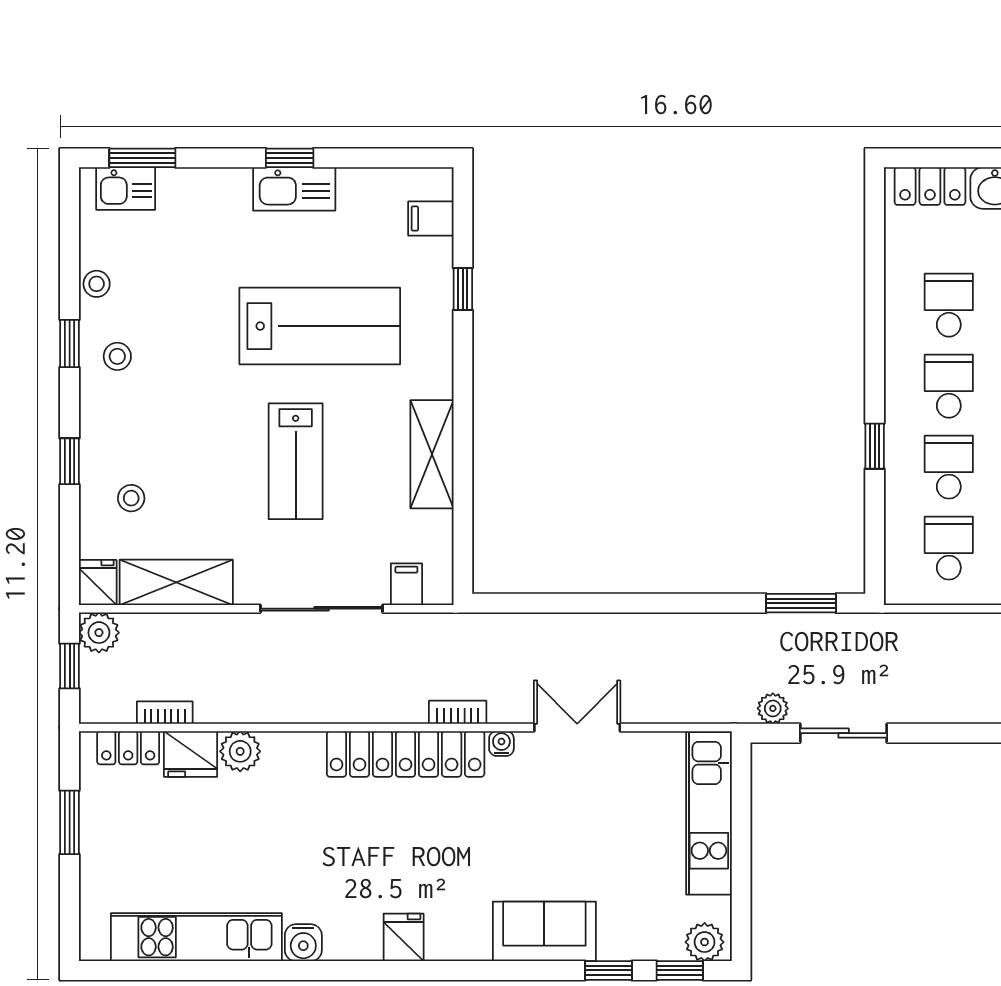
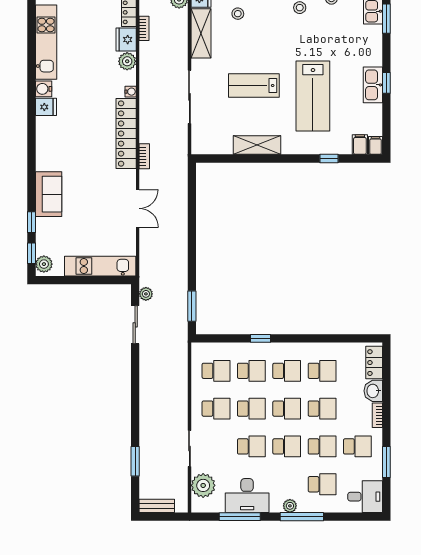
filing cabinet: (406, 584) -> (375, 145), moved, turned -90
water cooler: (501, 744) -> (131, 92), moved
fridge: (404, 937) -> (46, 107), moved

